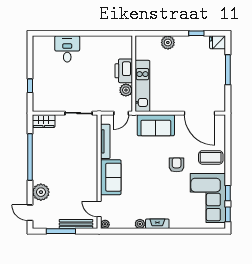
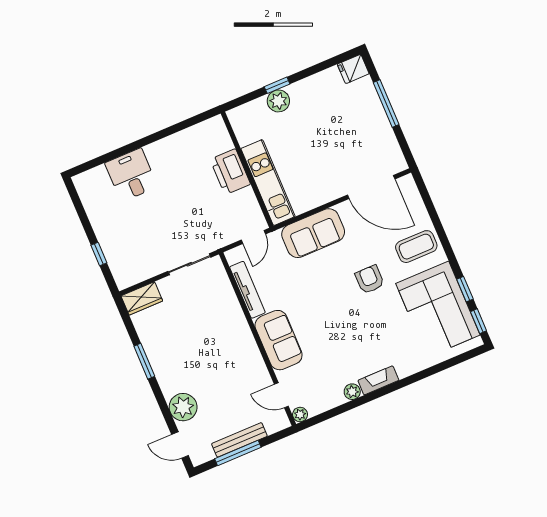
window: (196, 33) -> (277, 85), moved
plant: (126, 90) -> (246, 199), removed
window: (30, 157) -> (144, 361), width x0.47
bench: (76, 224) -> (239, 440), moved

